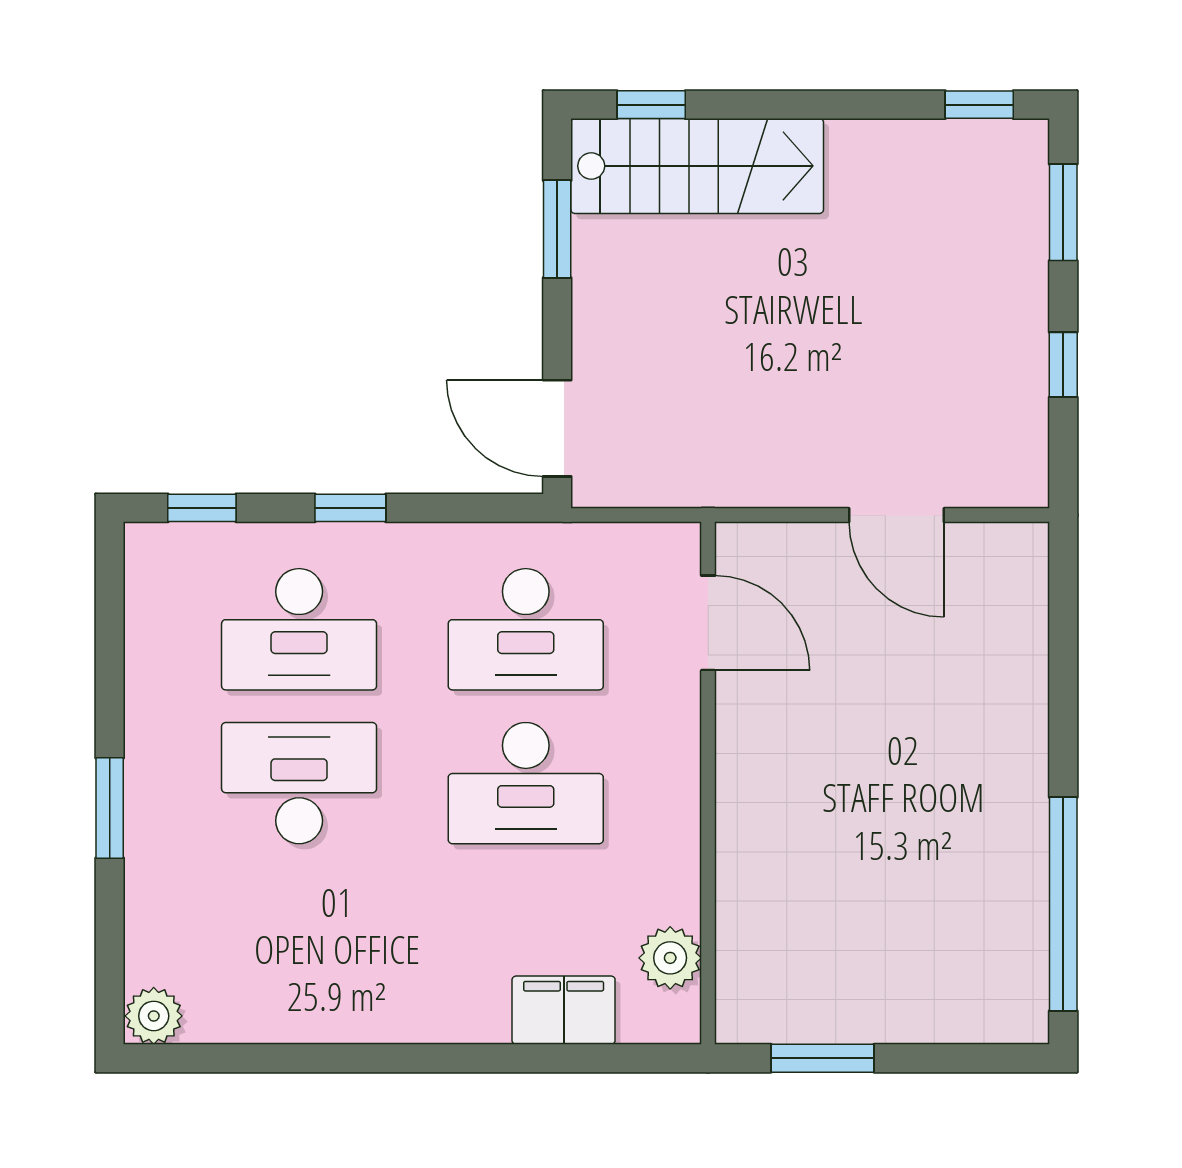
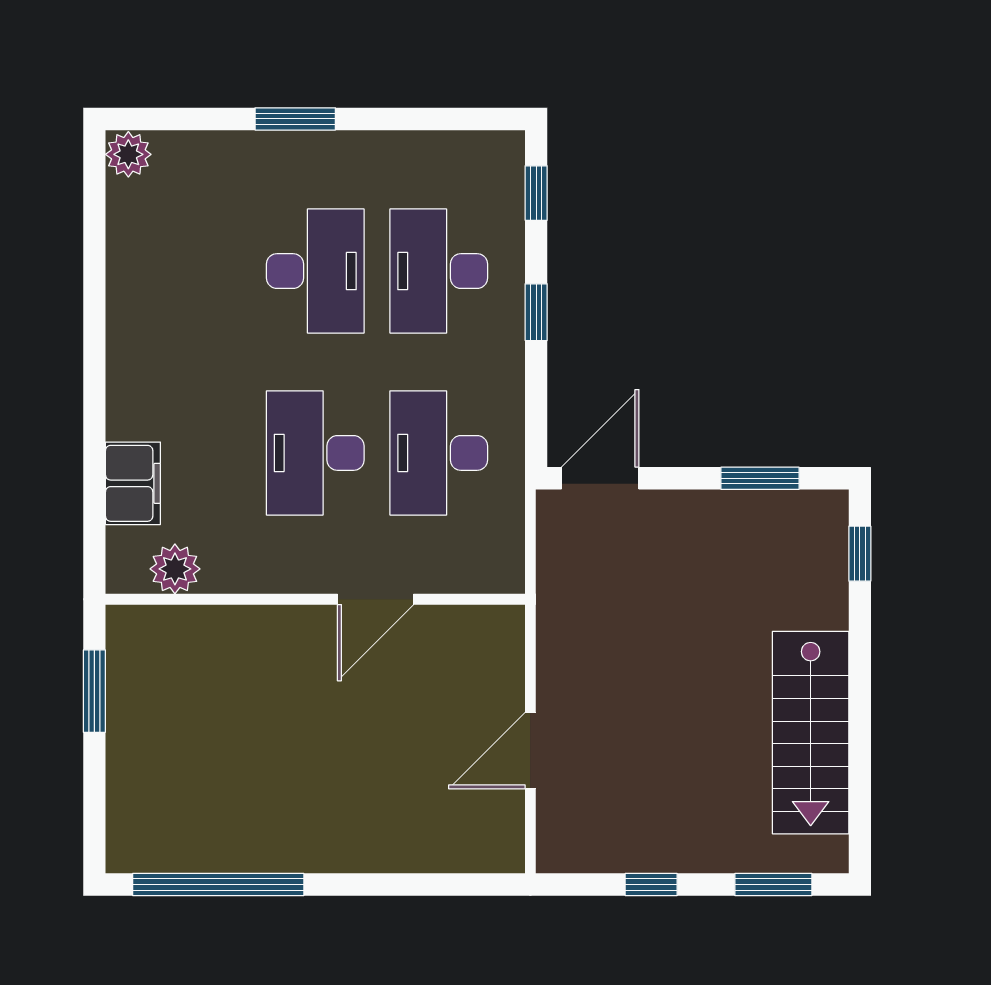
window: (979, 105) -> (860, 817), removed
stairs: (697, 166) -> (811, 733), moved
door: (708, 623) -> (376, 599), moved

